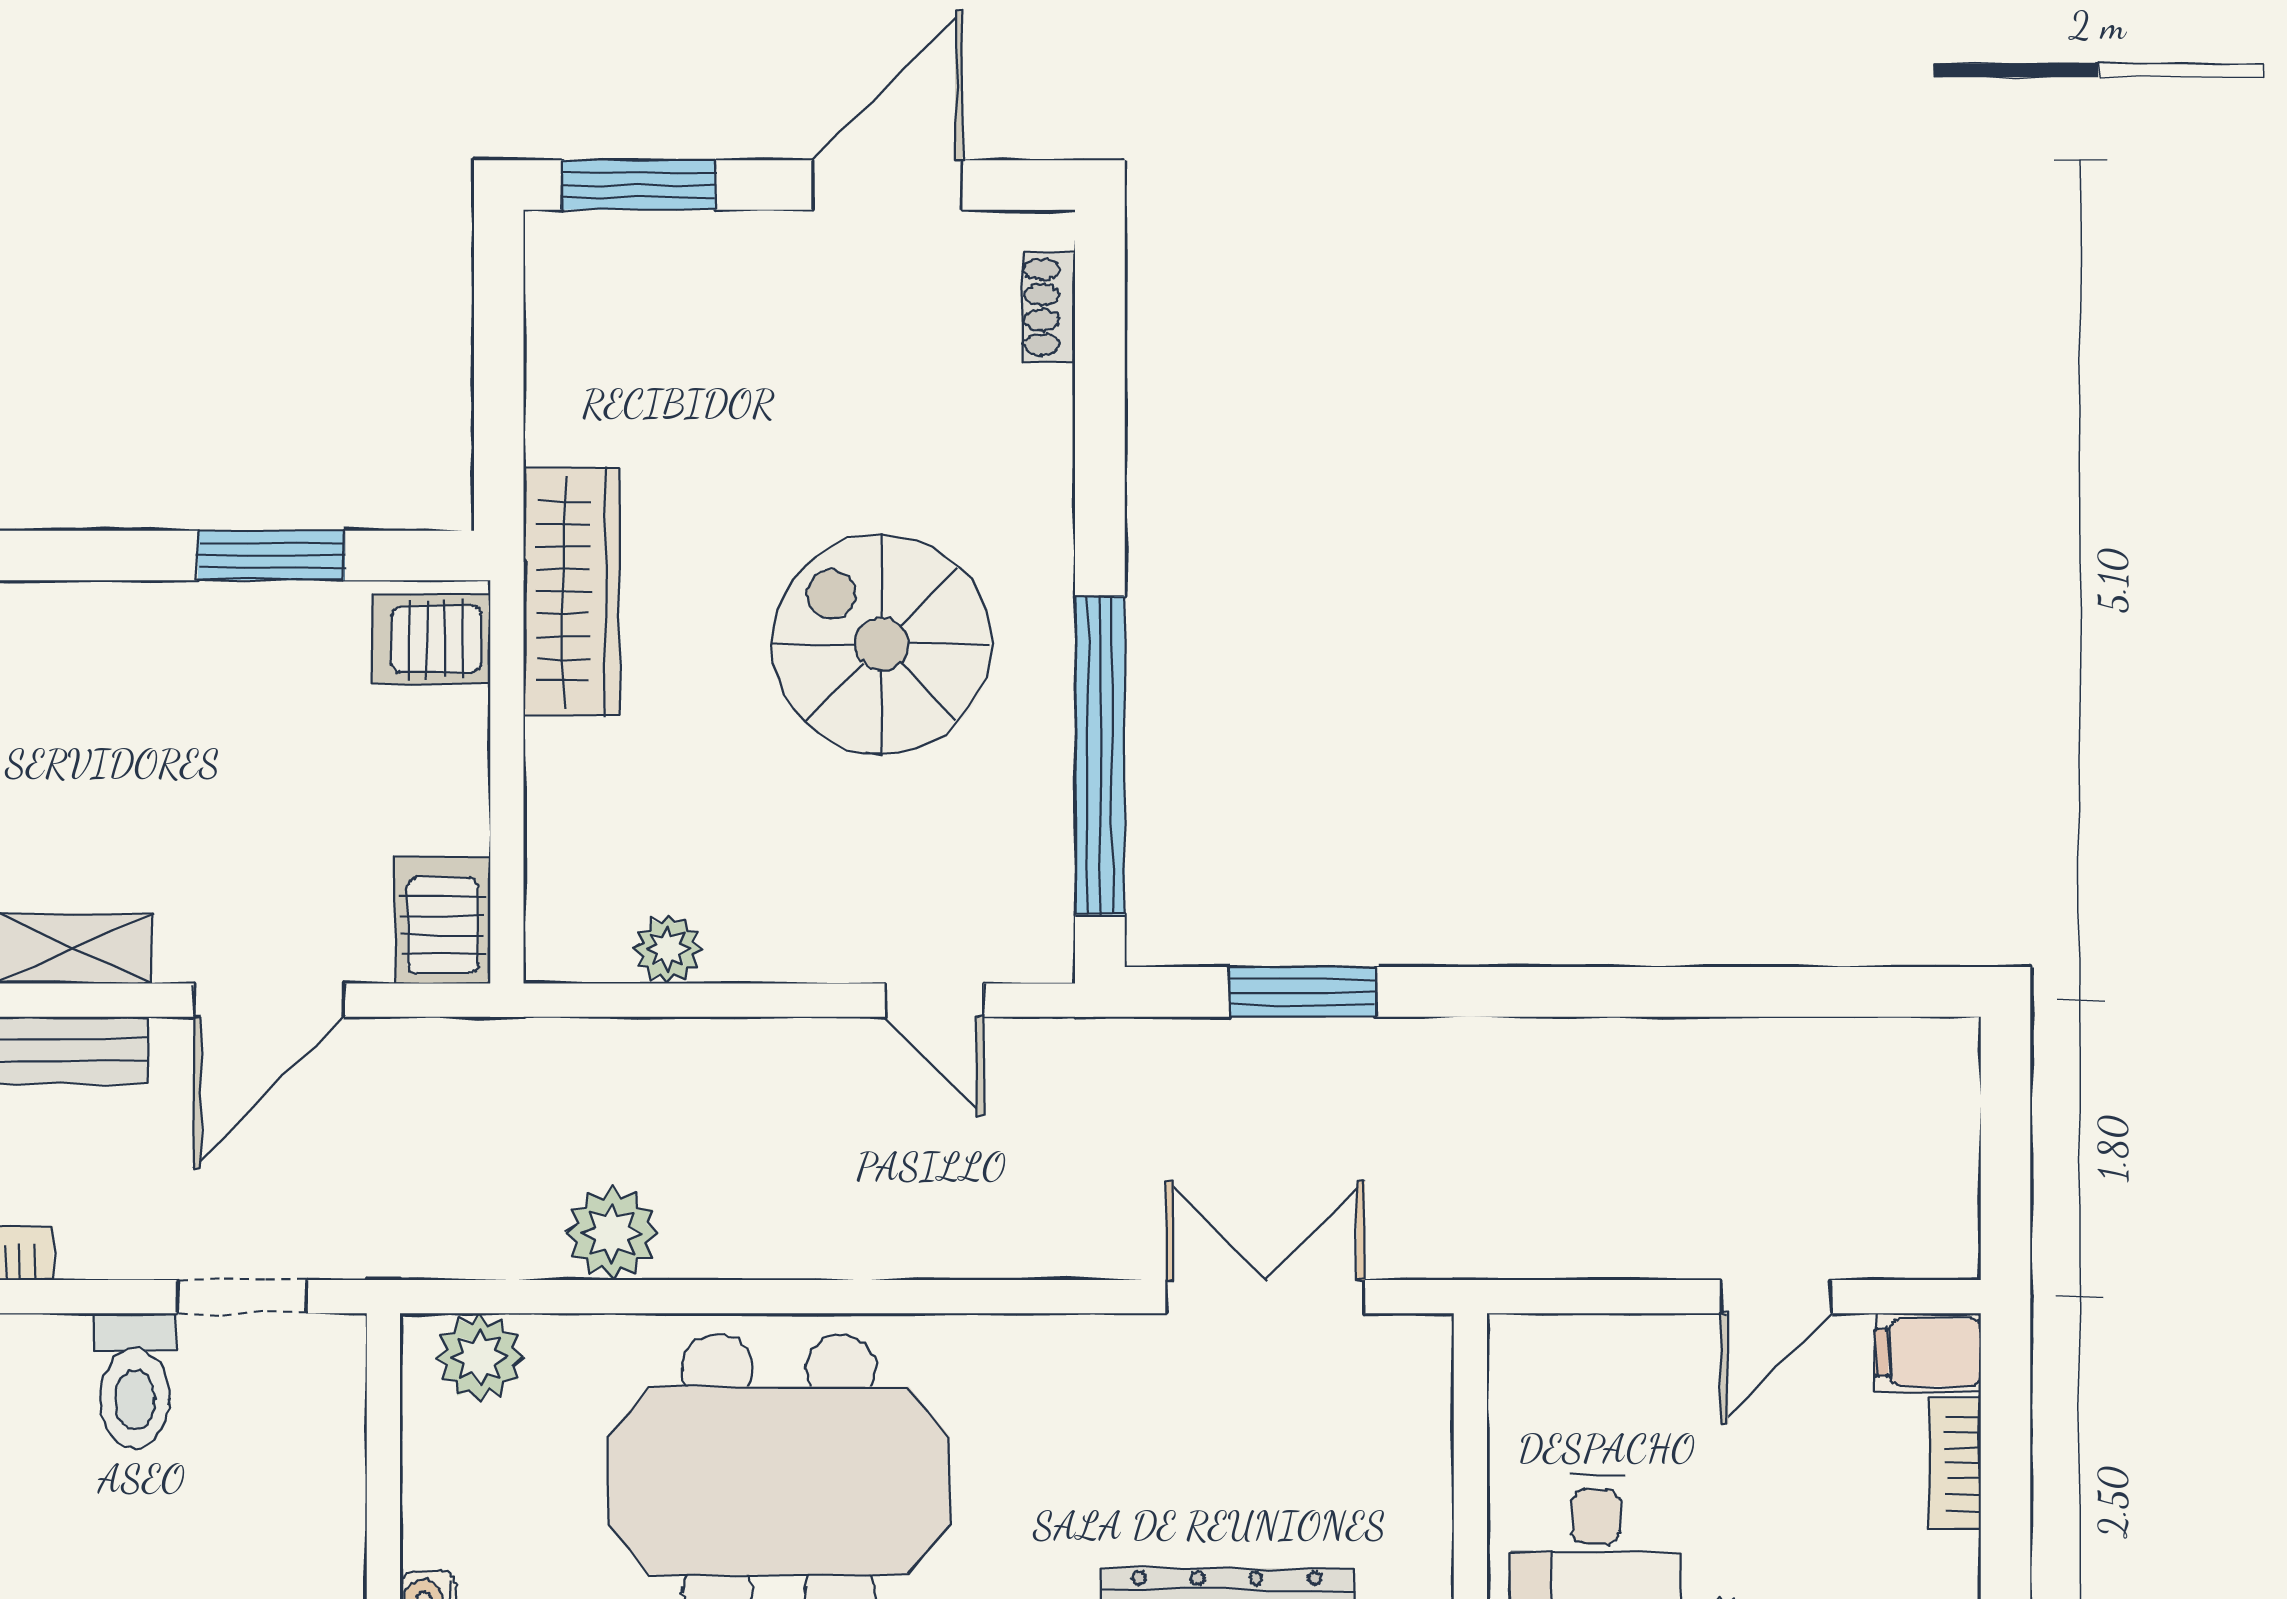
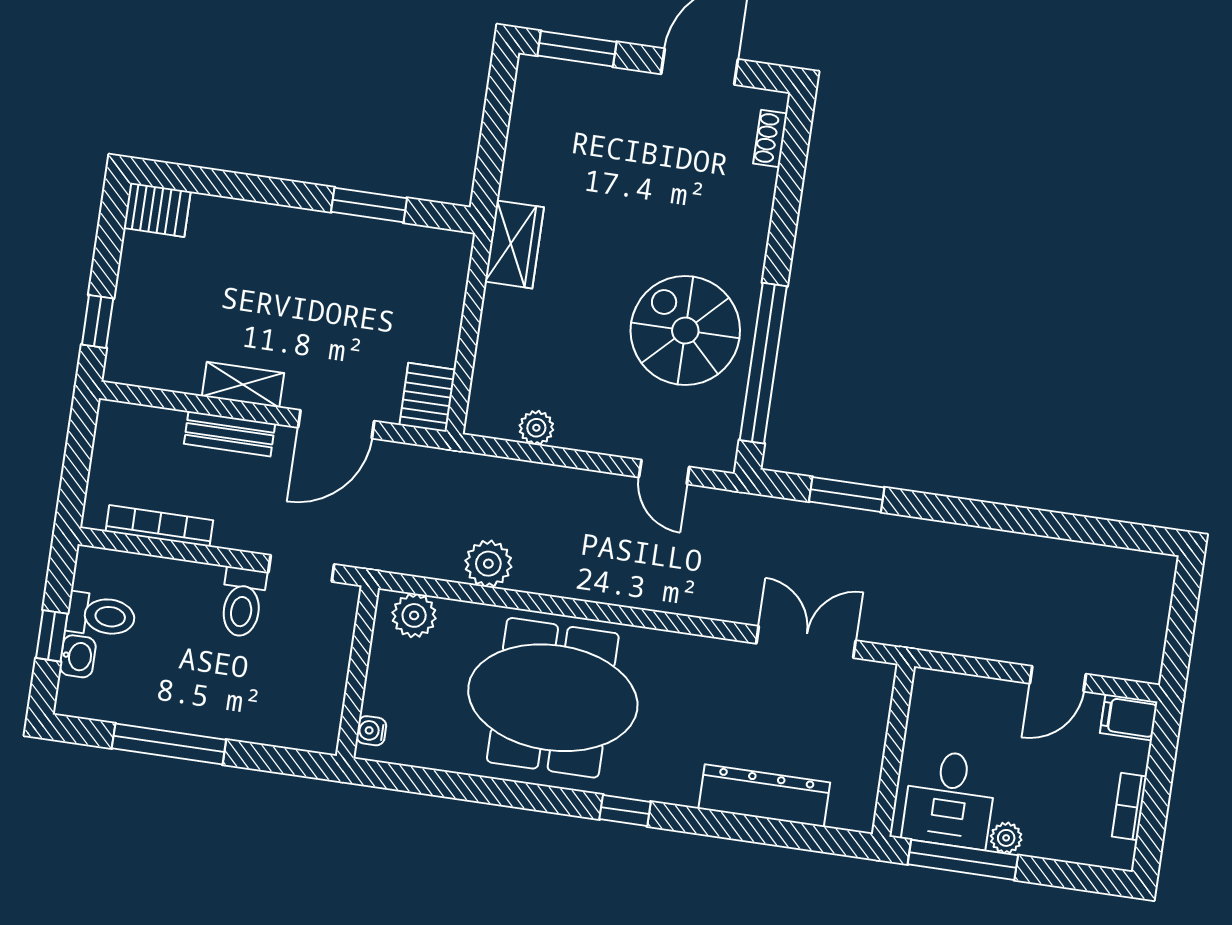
wardrobe: (571, 592) -> (514, 244), width x0.67
server rack: (431, 639) -> (442, 258), removed
spiral stairs: (882, 644) -> (685, 331), moved
bookcase: (1955, 1463) -> (1129, 807), moved

